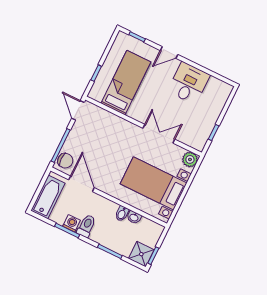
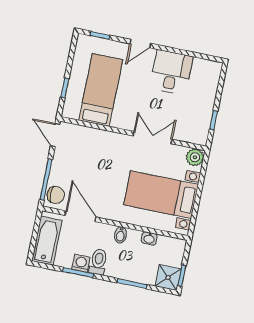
bidet: (122, 214) -> (120, 235), moved

